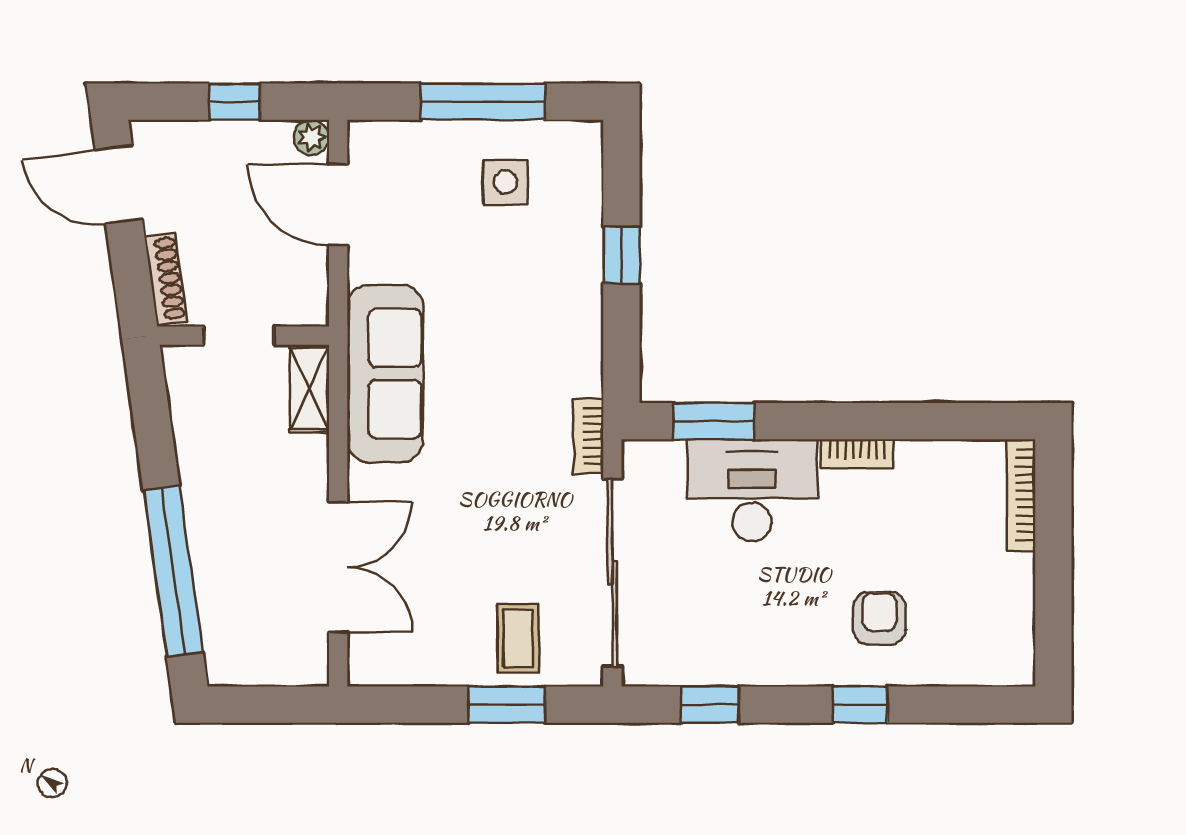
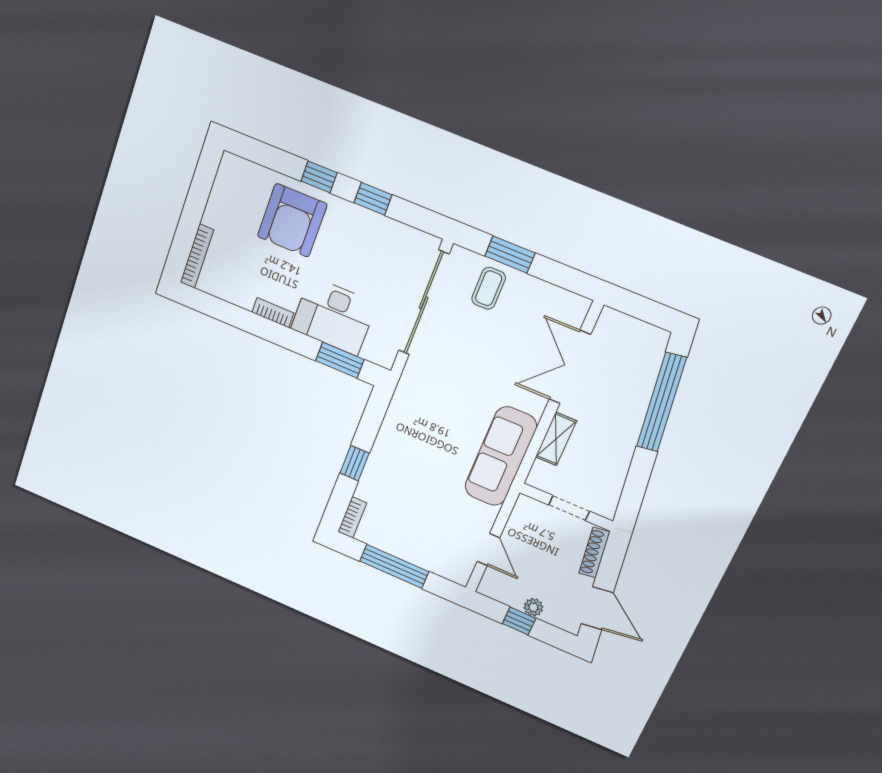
plant: (311, 137) -> (533, 607), moved
side table: (505, 182) -> (399, 524), removed
door: (338, 205) -> (488, 550), width x0.73
shelving: (309, 389) -> (556, 439), moved
bookcase: (588, 436) -> (352, 517), moved
armchair: (879, 618) -> (292, 220), width x1.88, depth x1.88
window: (710, 705) -> (373, 199), moved

